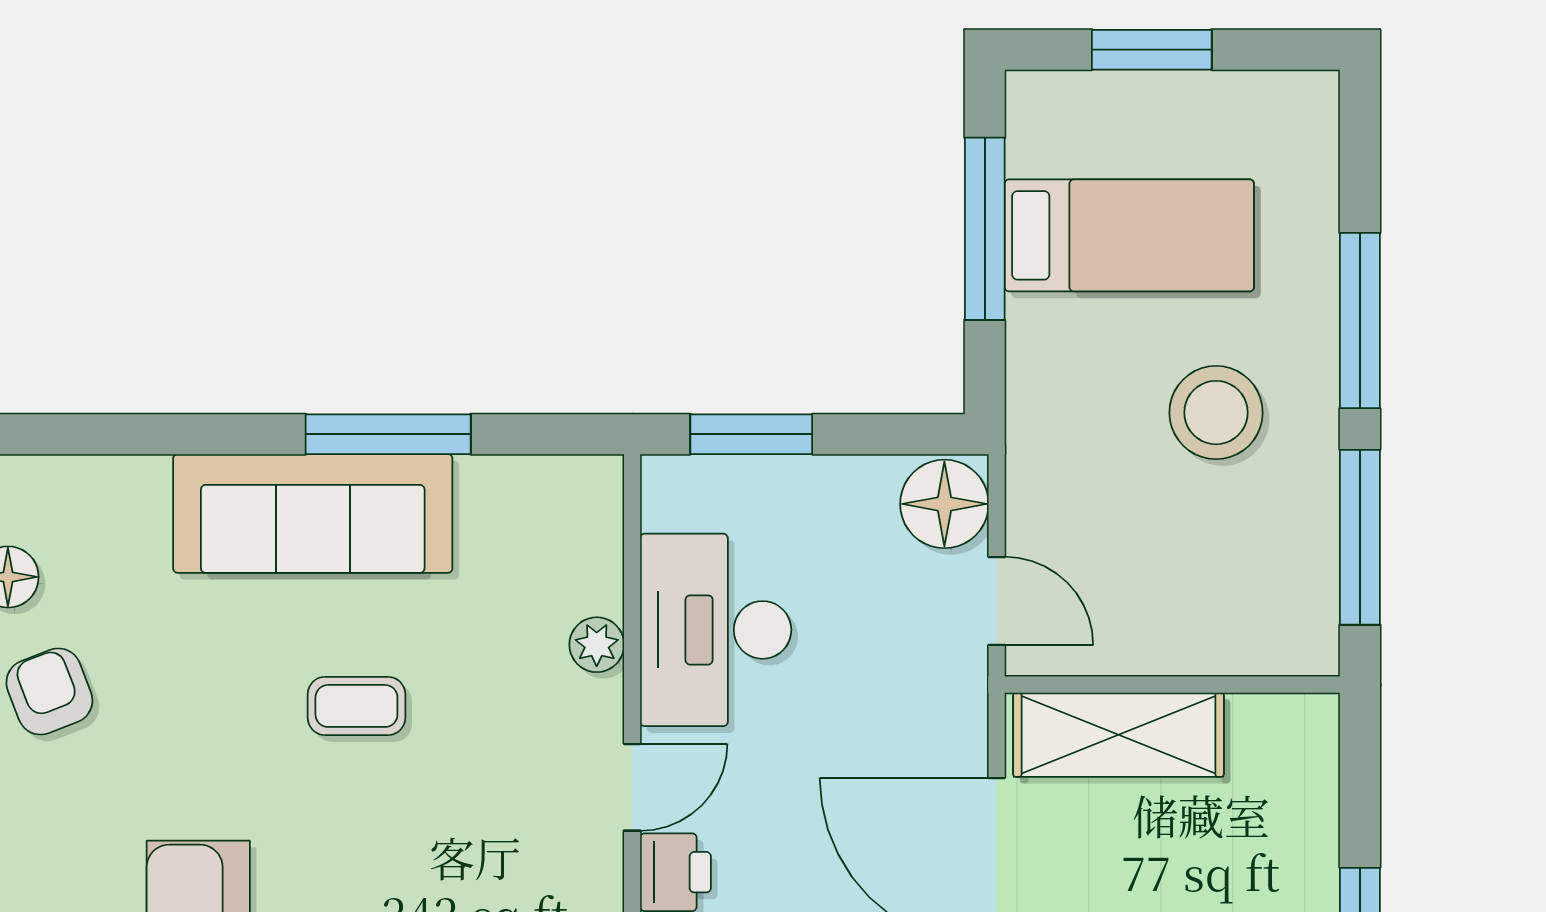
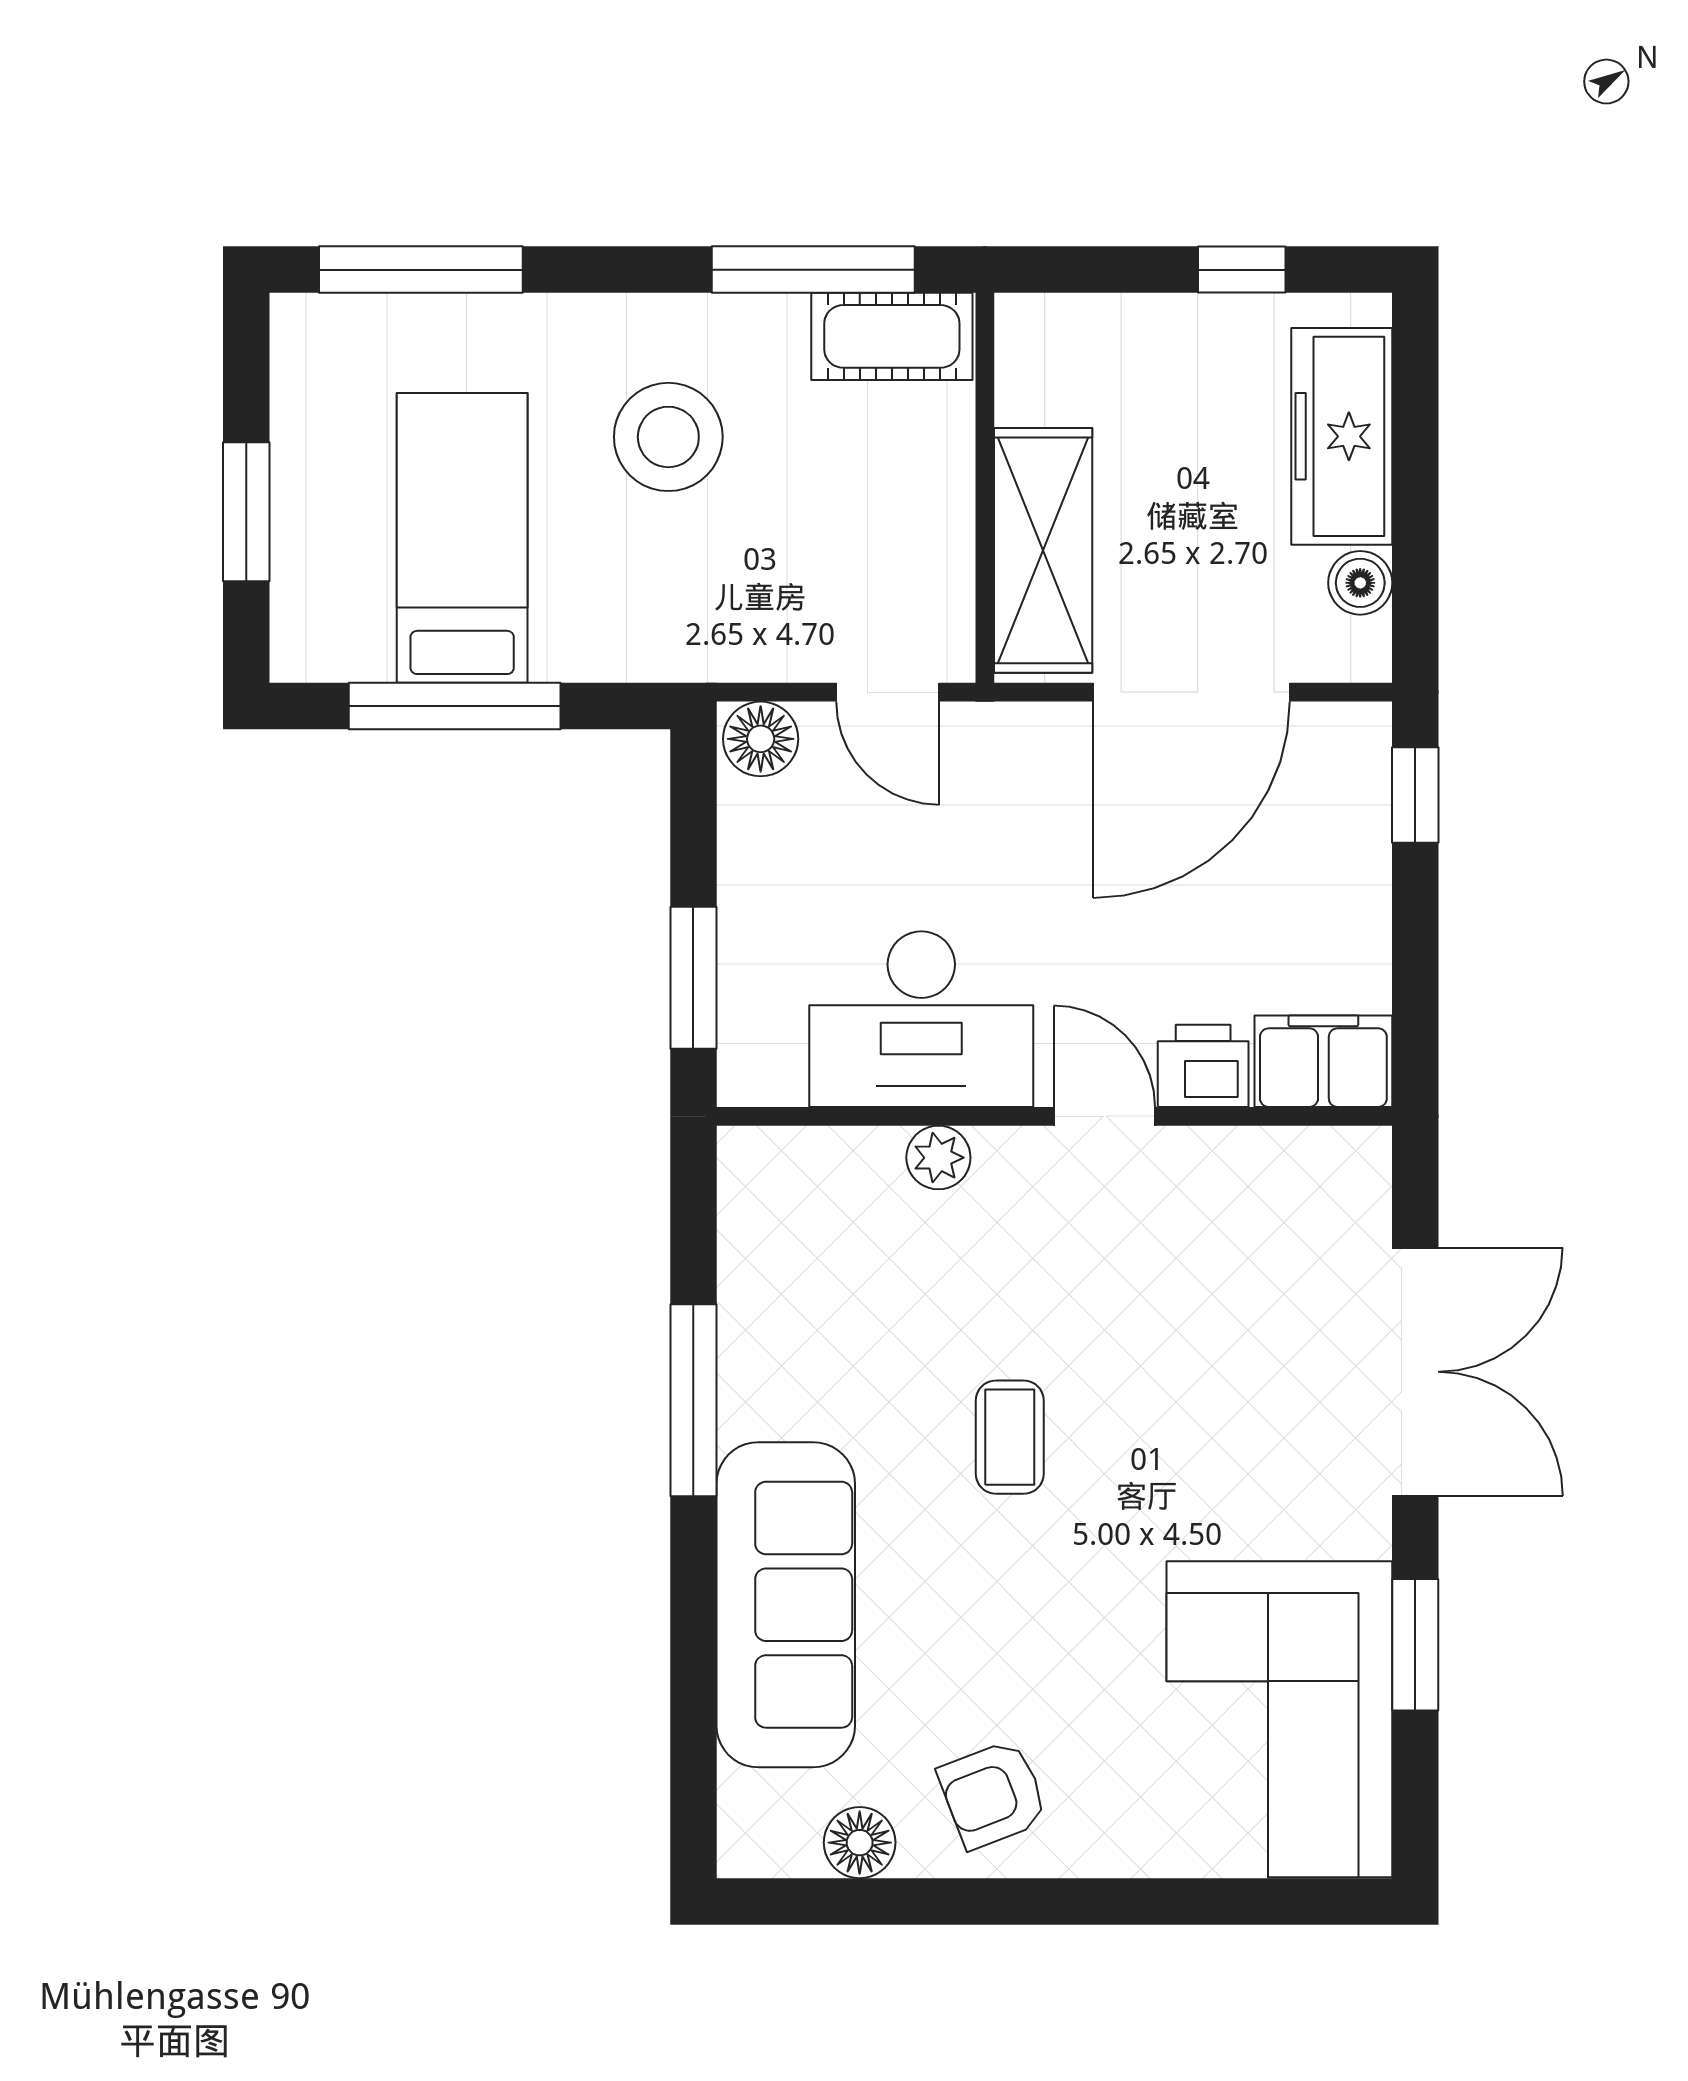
window: (1360, 321) -> (421, 270), moved
floor lamp: (944, 504) -> (761, 739), width x0.73, depth x0.73
sofa: (313, 513) -> (786, 1605), moved
door: (997, 601) -> (888, 692), swing flipped
cot: (1302, 605) -> (892, 336), added

